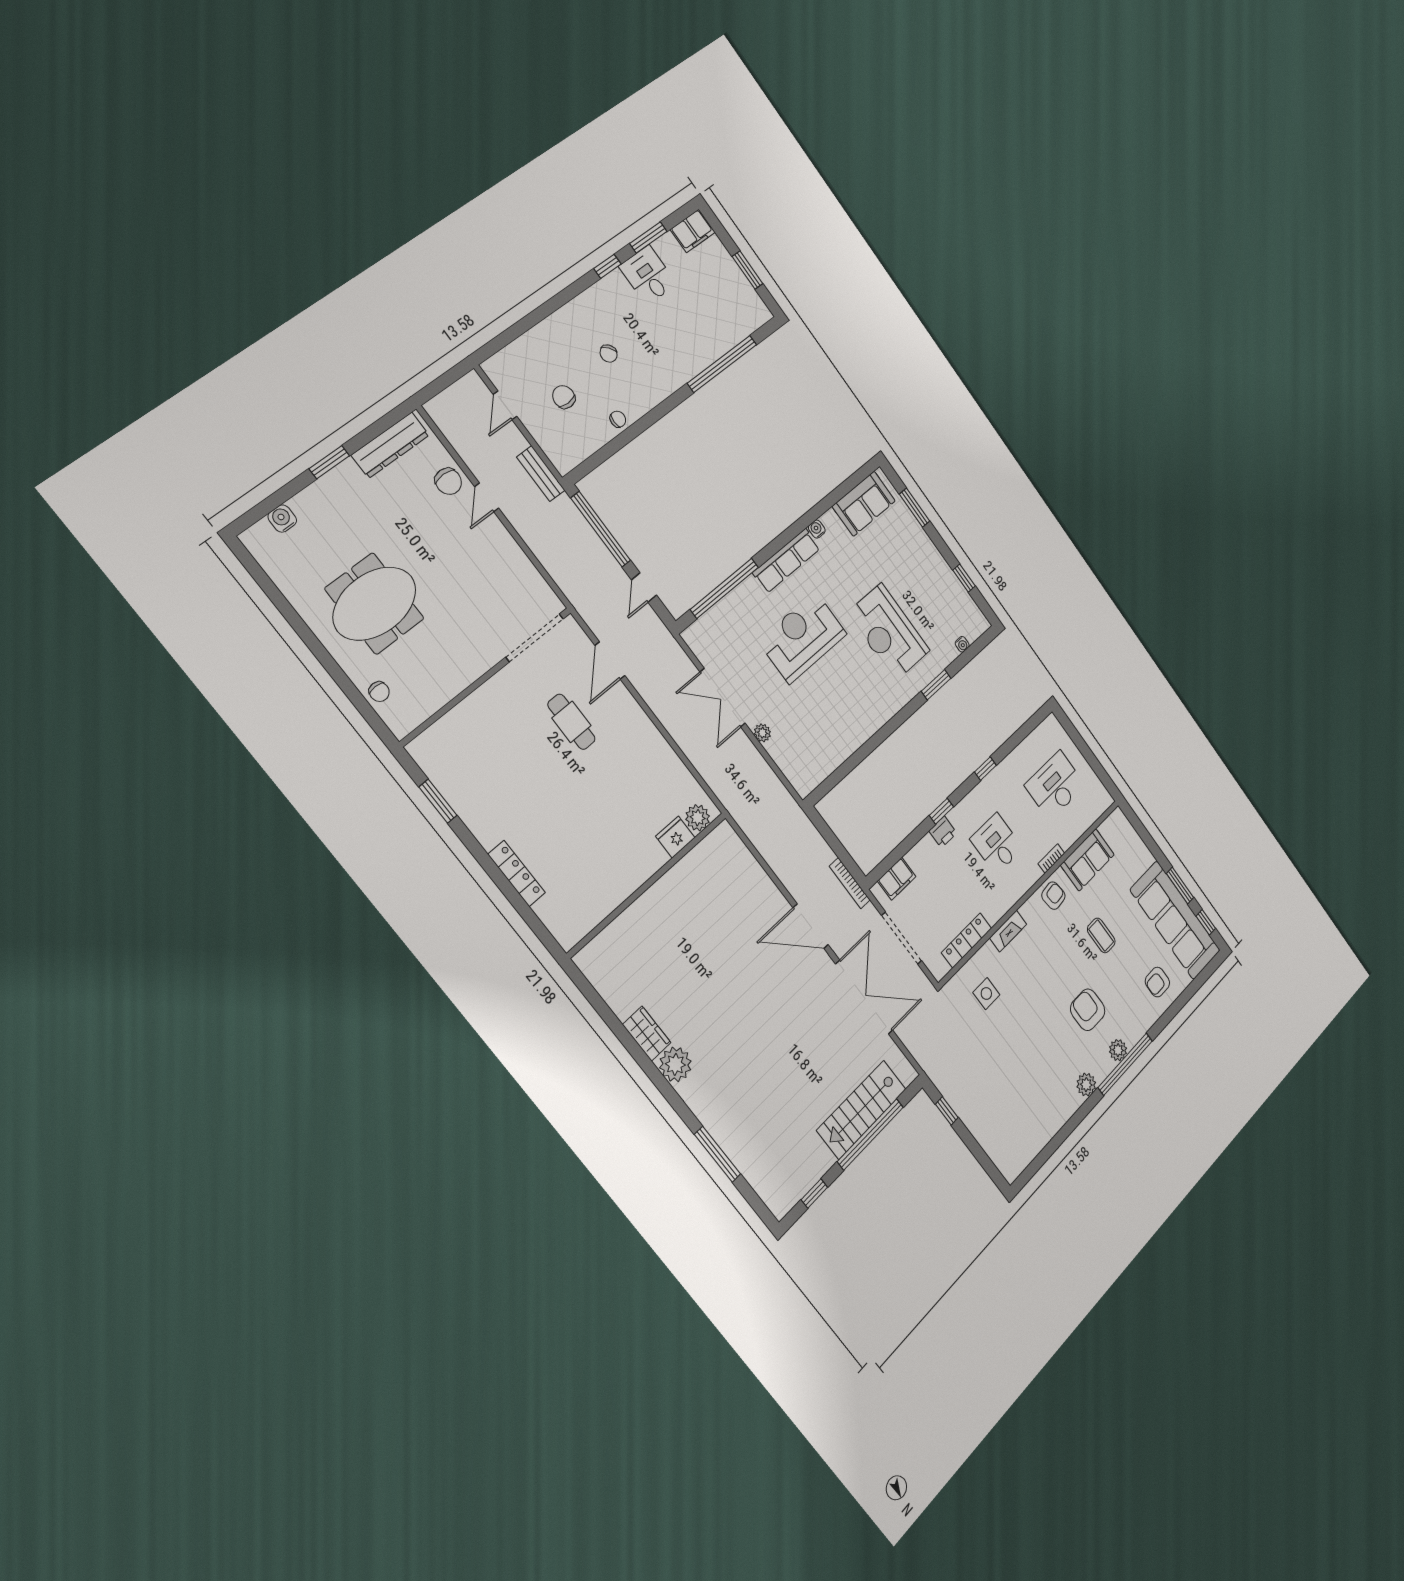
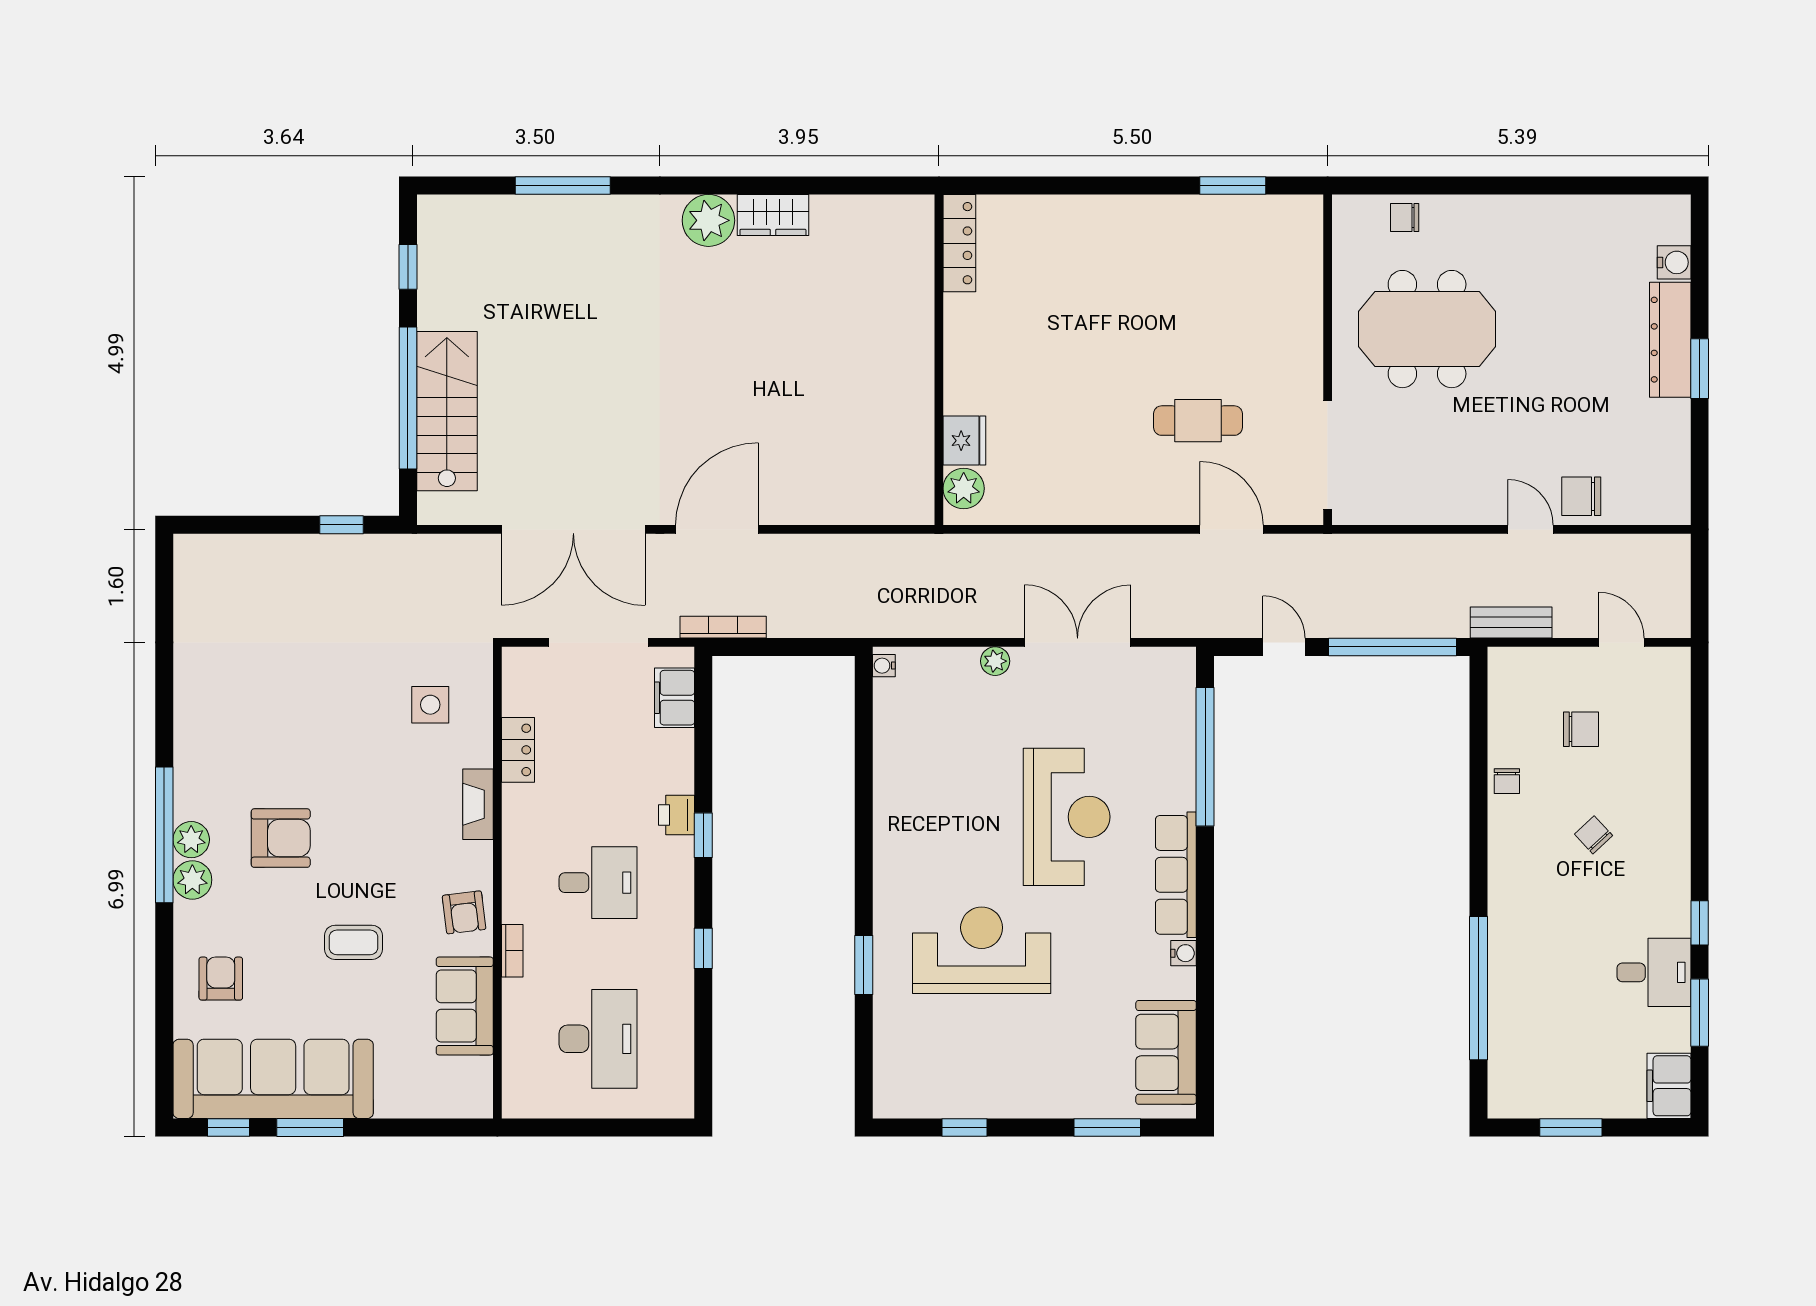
dresser: (390, 445) -> (1670, 340), moved
meeting table: (375, 604) -> (1427, 329), moved, turned 90
water cooler: (962, 644) -> (884, 666), moved
locker: (517, 873) -> (959, 243), moved, turned -90
locker: (966, 940) -> (518, 750), width x0.66
plant: (1086, 1085) -> (192, 880), moved

